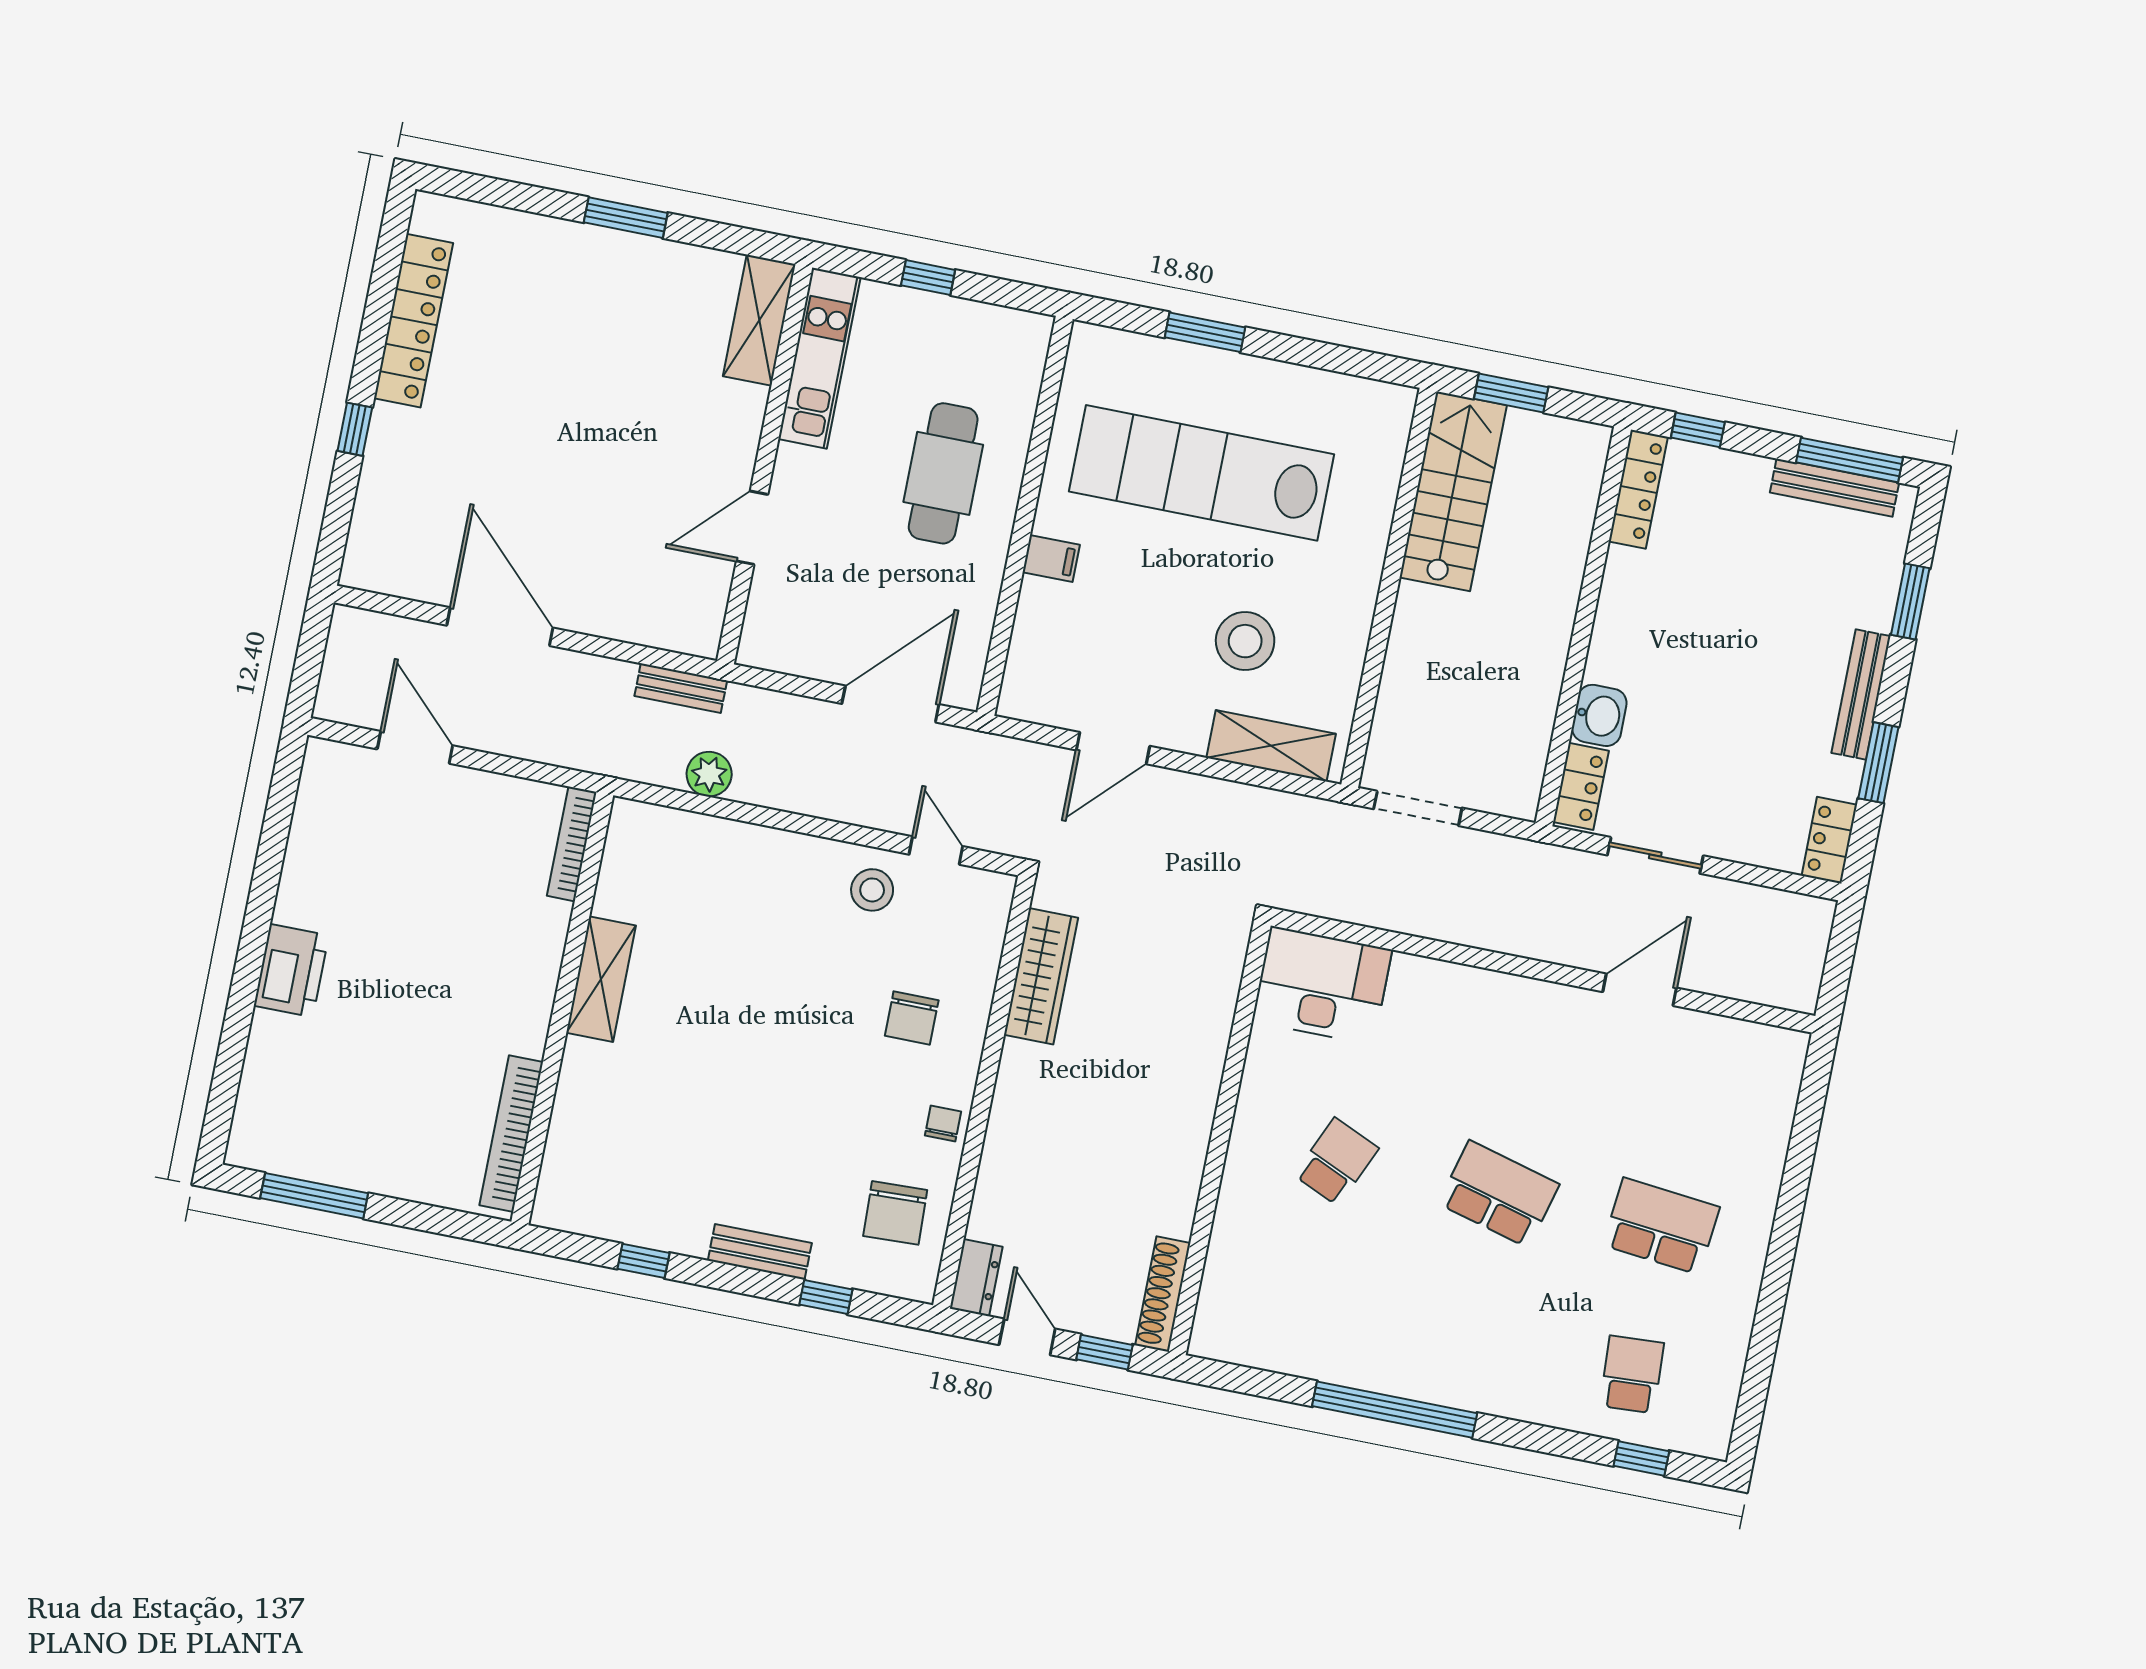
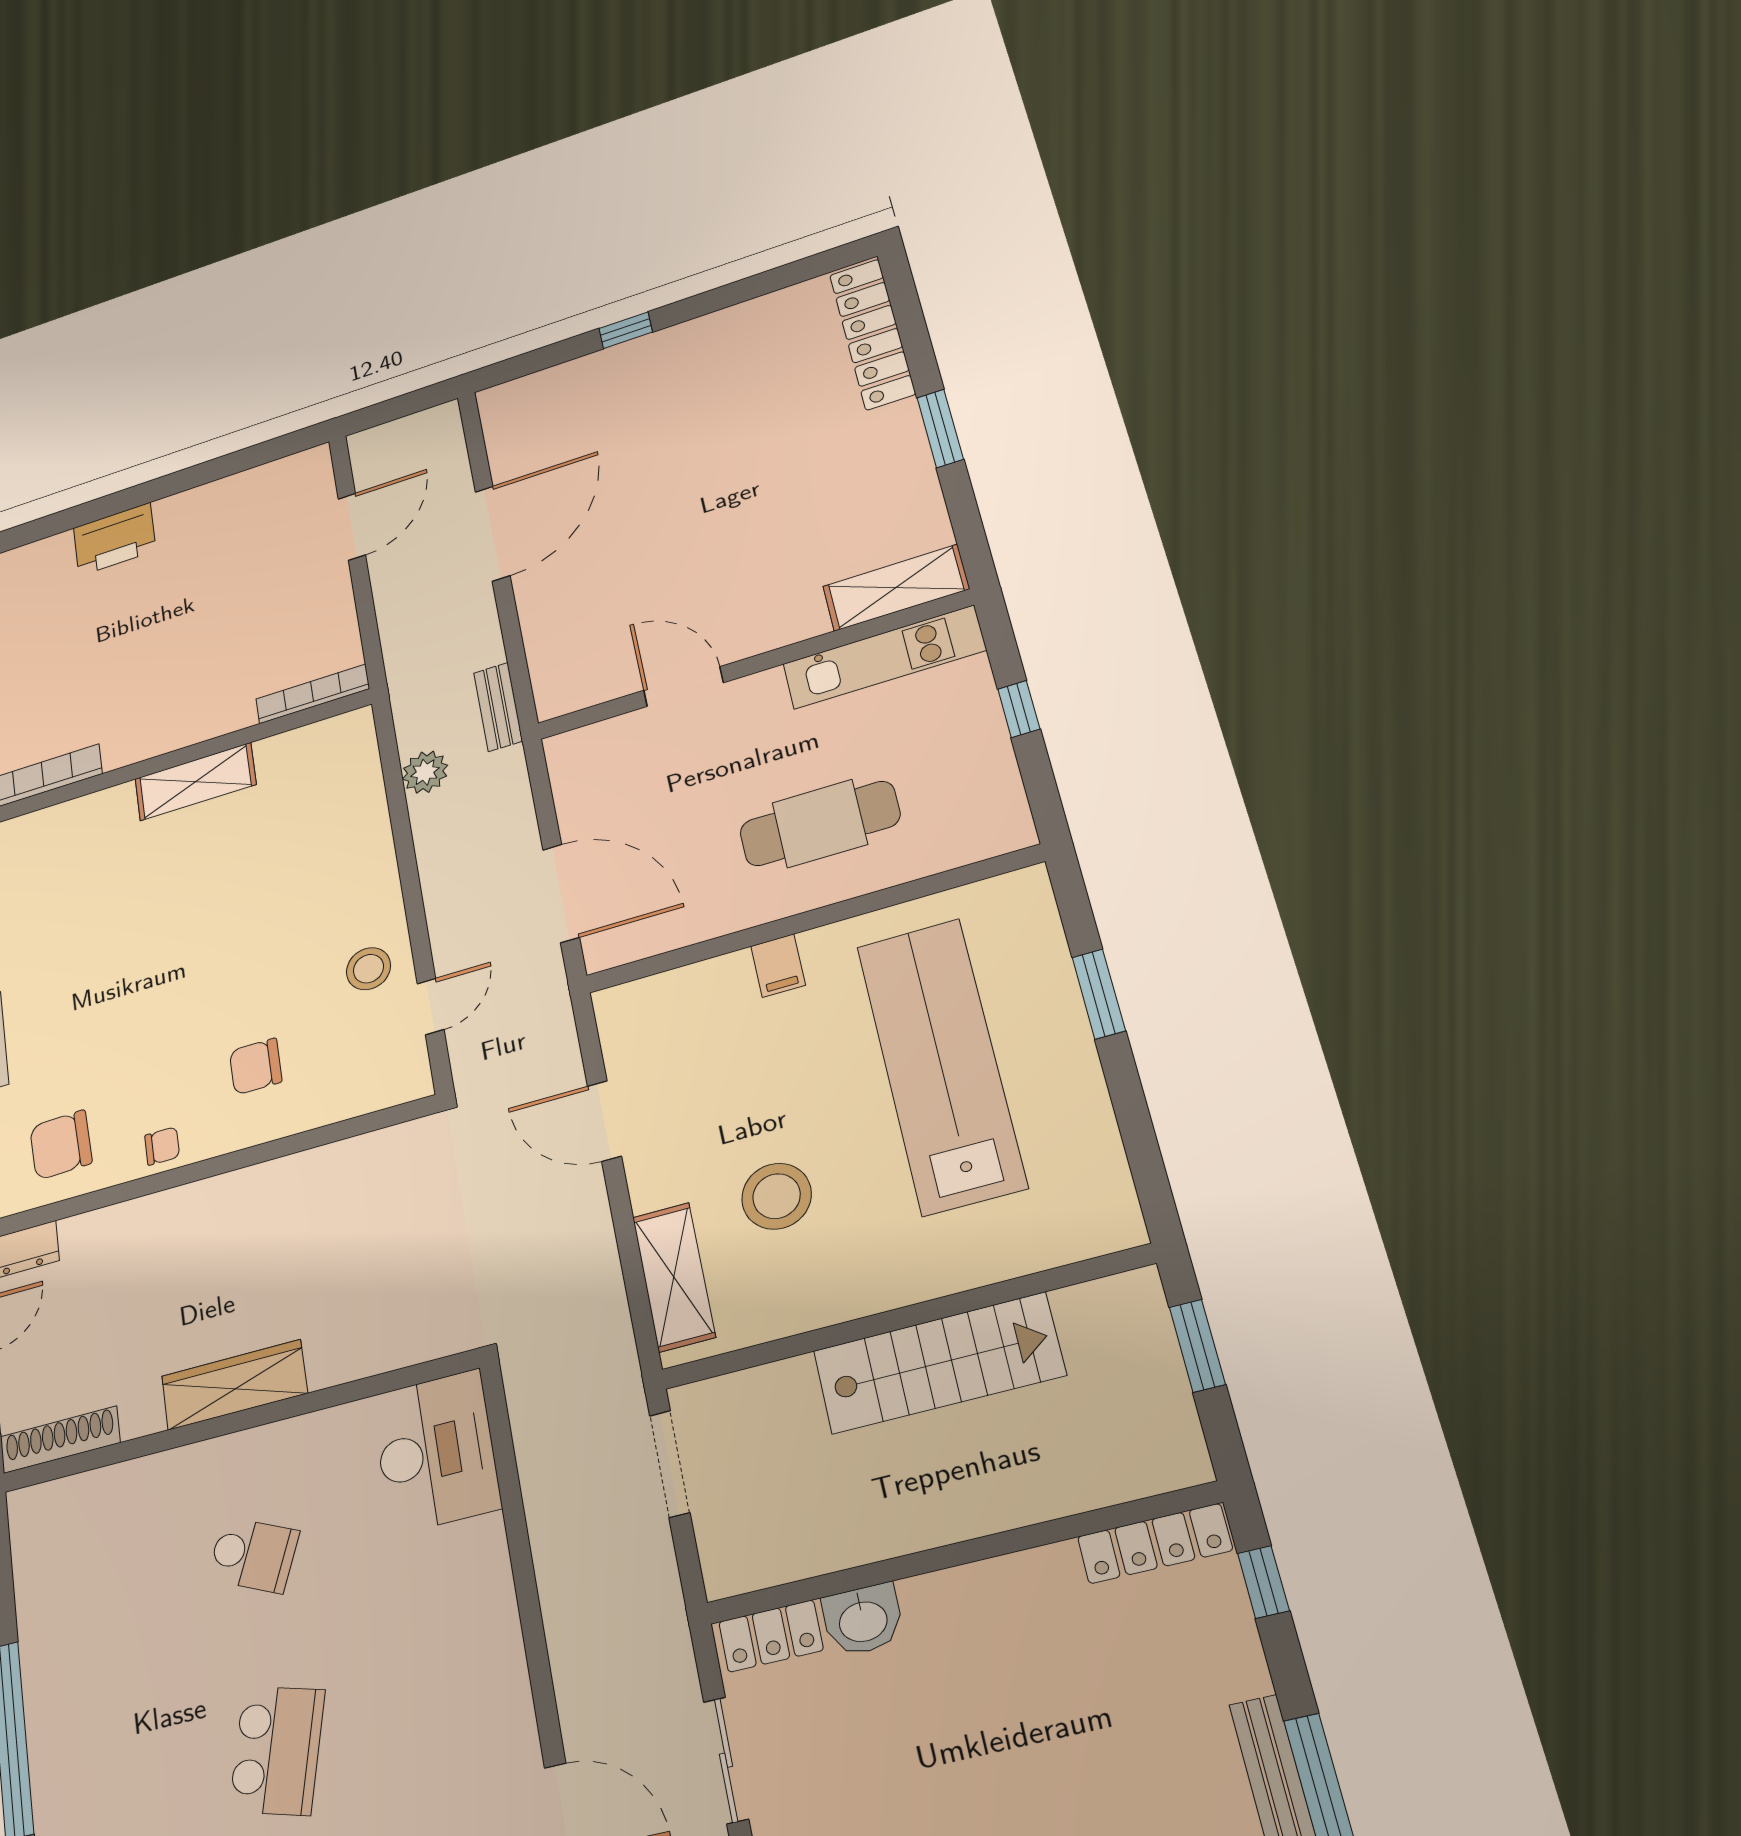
locker: (413, 321) -> (872, 334), moved, turned 90
stairs: (1453, 491) -> (939, 1363), moved
wardrobe: (1041, 976) -> (234, 1385), moved, turned 180

